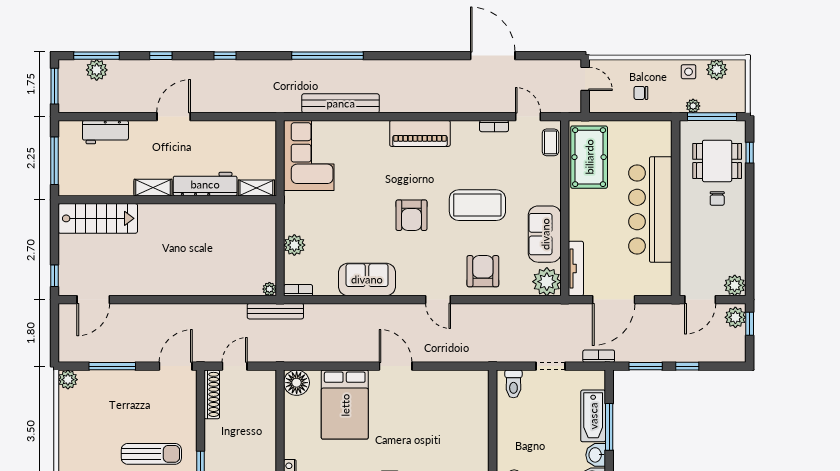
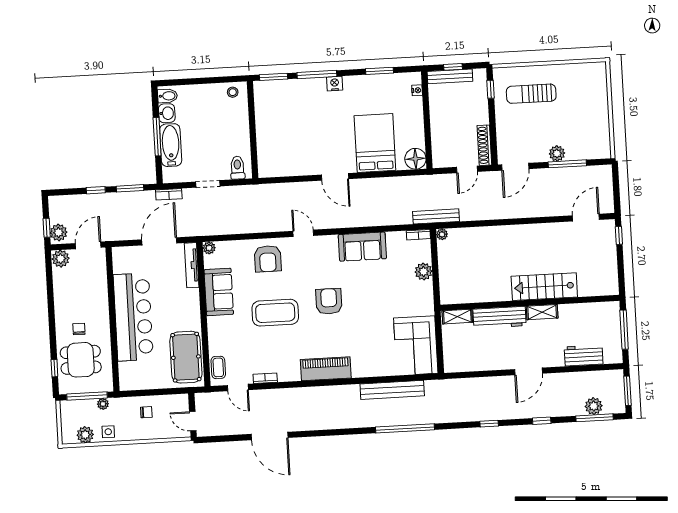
stairs: (98, 218) -> (544, 287), moved
plant: (547, 282) -> (209, 248), width x0.53, depth x0.53
plant: (68, 380) -> (557, 153), moved

